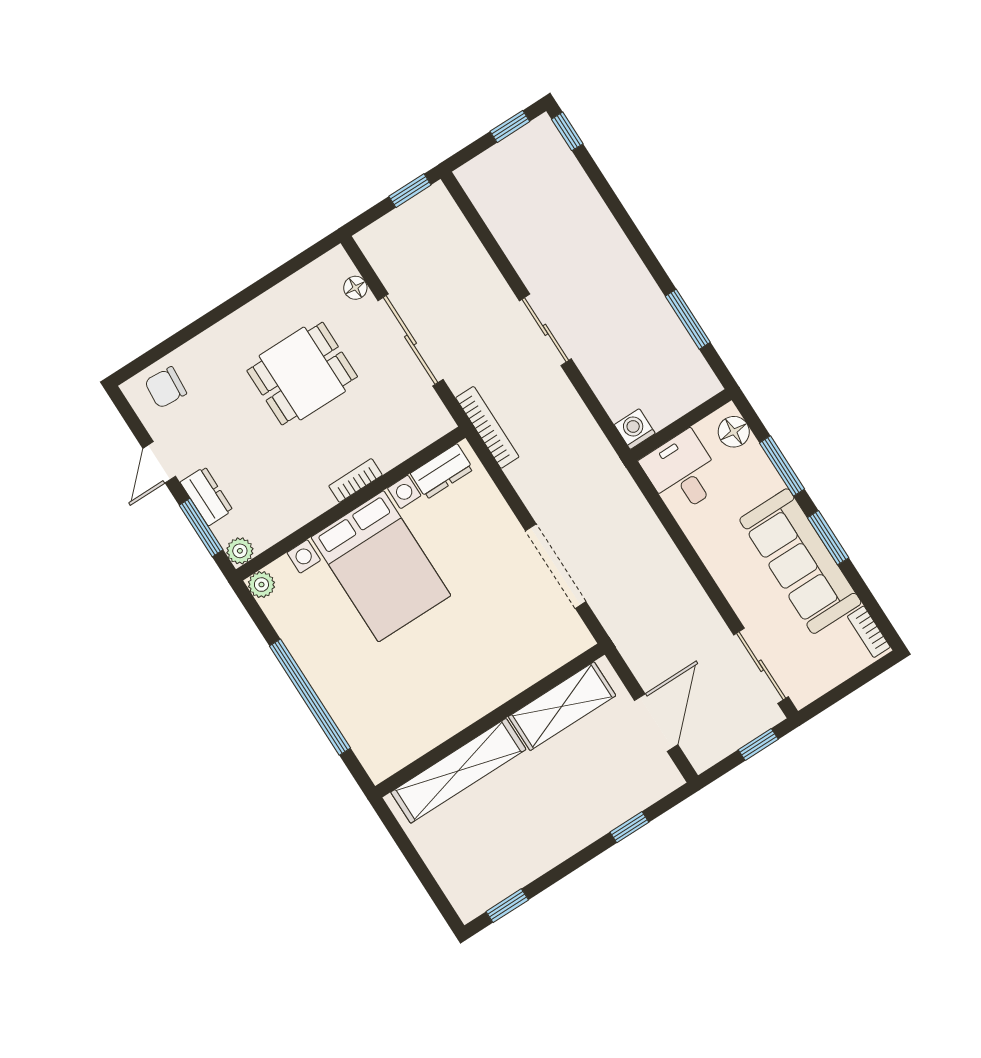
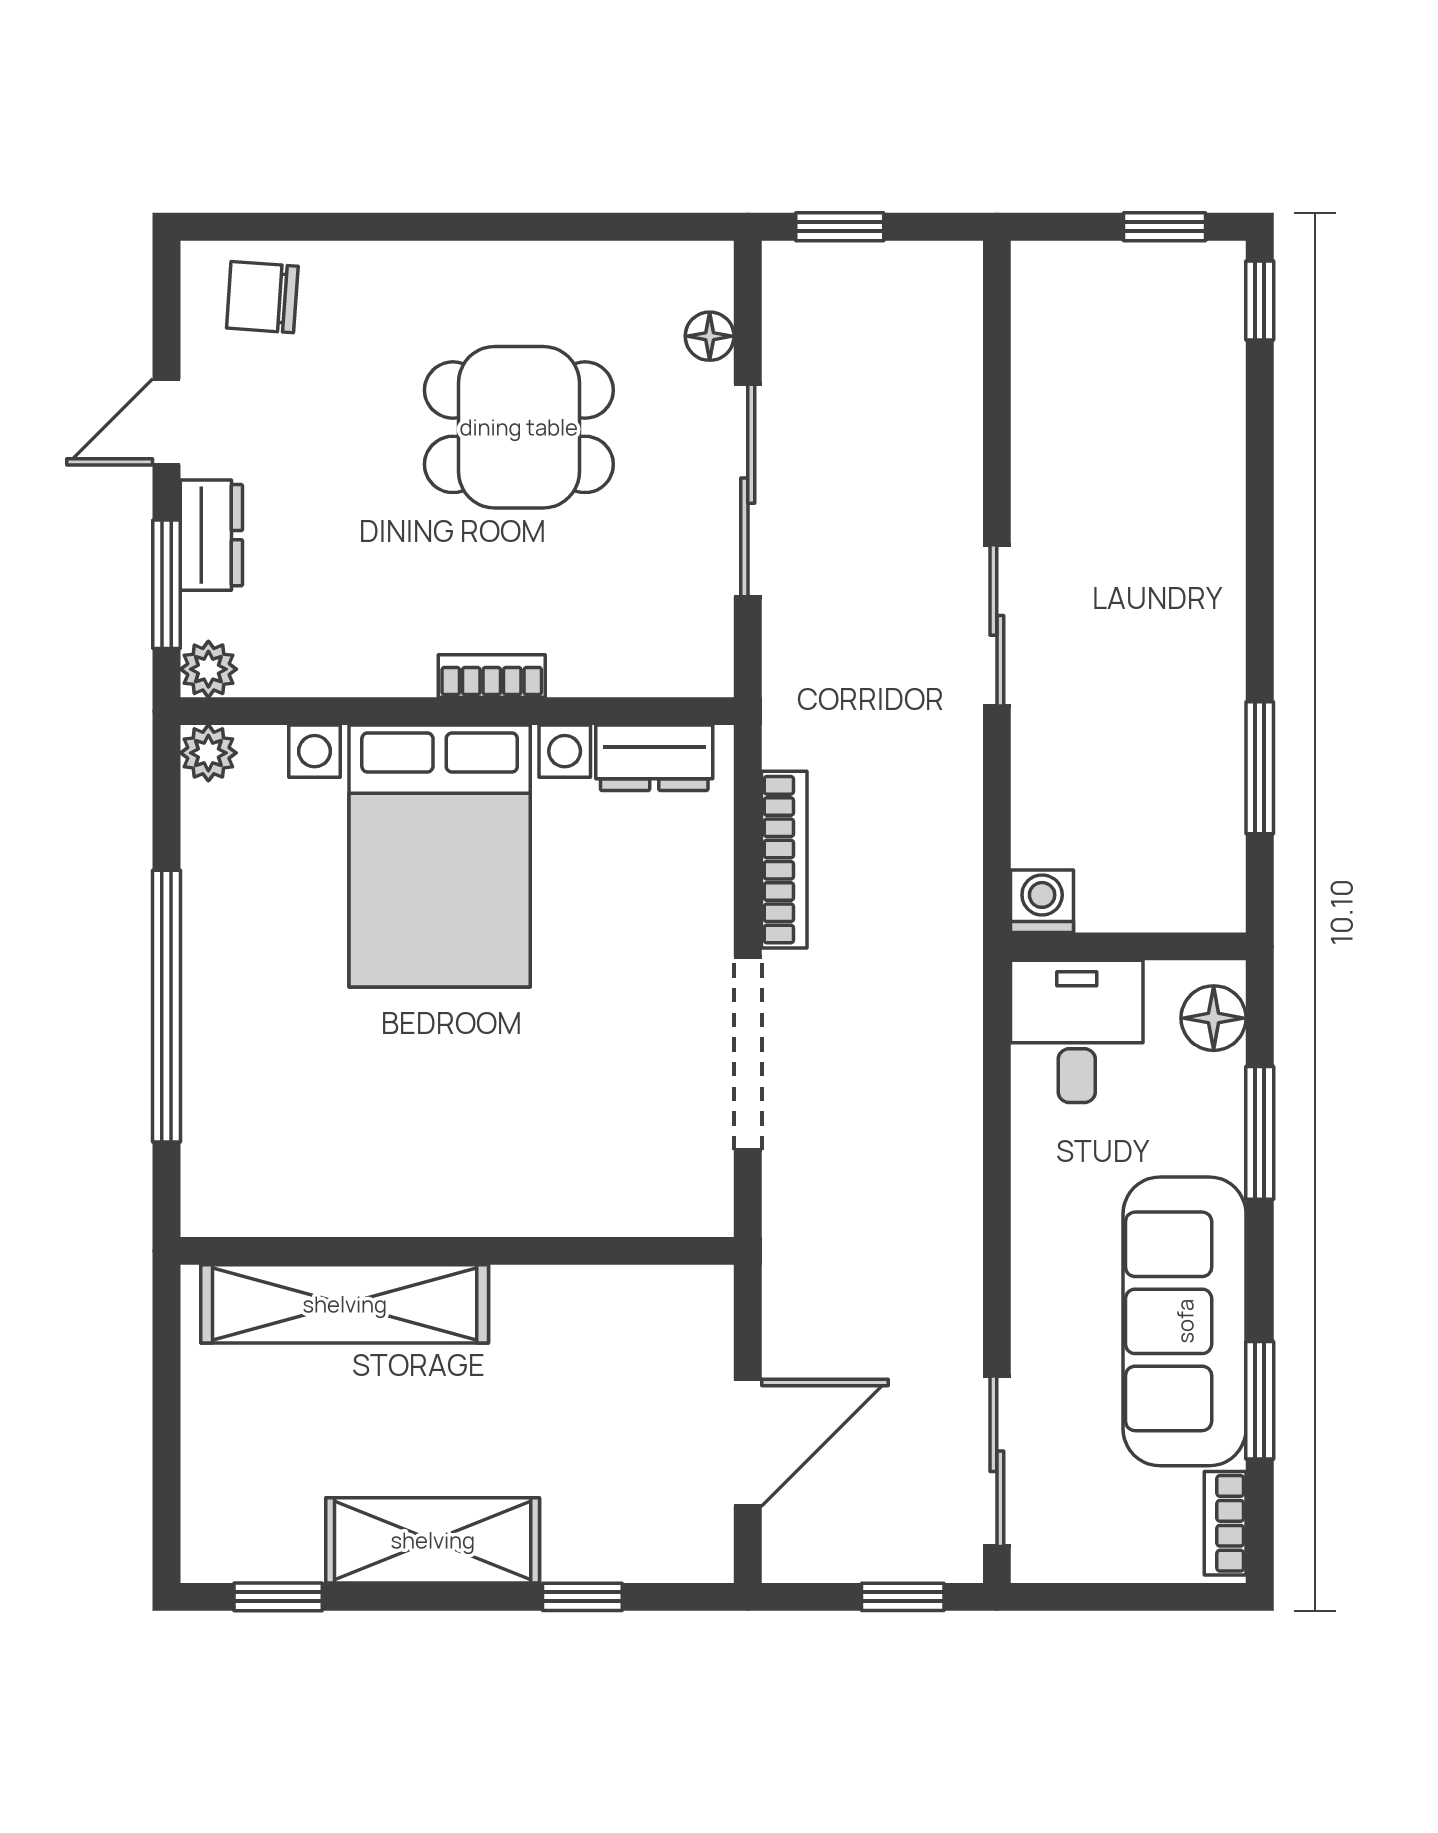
window: (410, 191) -> (840, 227), moved
bookcase: (487, 427) -> (784, 860), moved
window: (828, 538) -> (1260, 1400), moved
shelving: (562, 706) -> (433, 1540), moved

